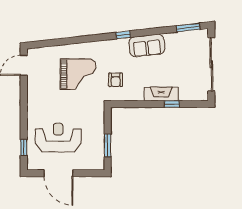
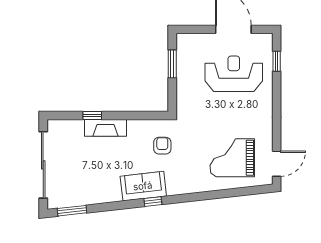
sofa: (147, 45) -> (143, 186), moved
grand piano: (78, 74) -> (232, 158), moved
reception desk: (58, 138) -> (234, 74), turned 180

